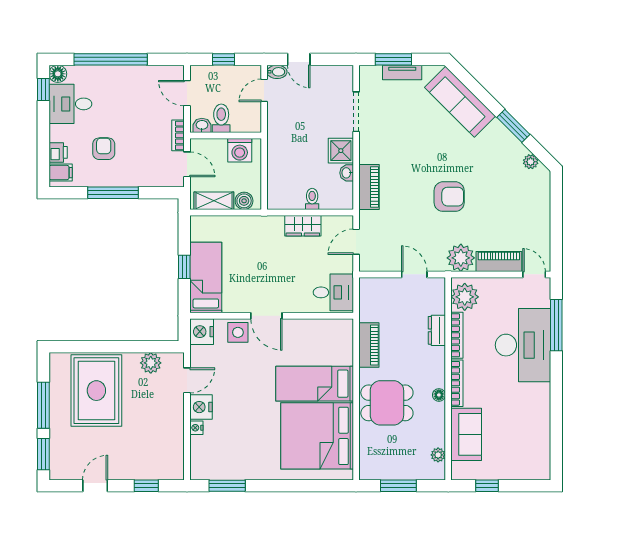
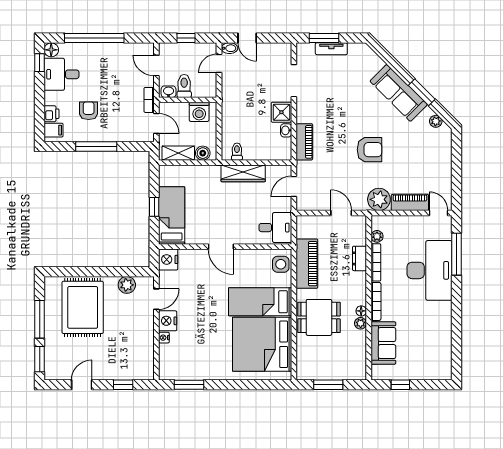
sofa: (460, 102) -> (399, 93), moved
toilet: (312, 199) -> (237, 152), moved
wardrobe: (303, 226) -> (243, 173), width x1.50
plant: (465, 297) -> (377, 236), width x0.53, depth x0.53
side table: (238, 332) -> (281, 264), moved
piano: (369, 345) -> (307, 264), width x1.37, depth x1.33
plant: (438, 455) -> (361, 323), moved

